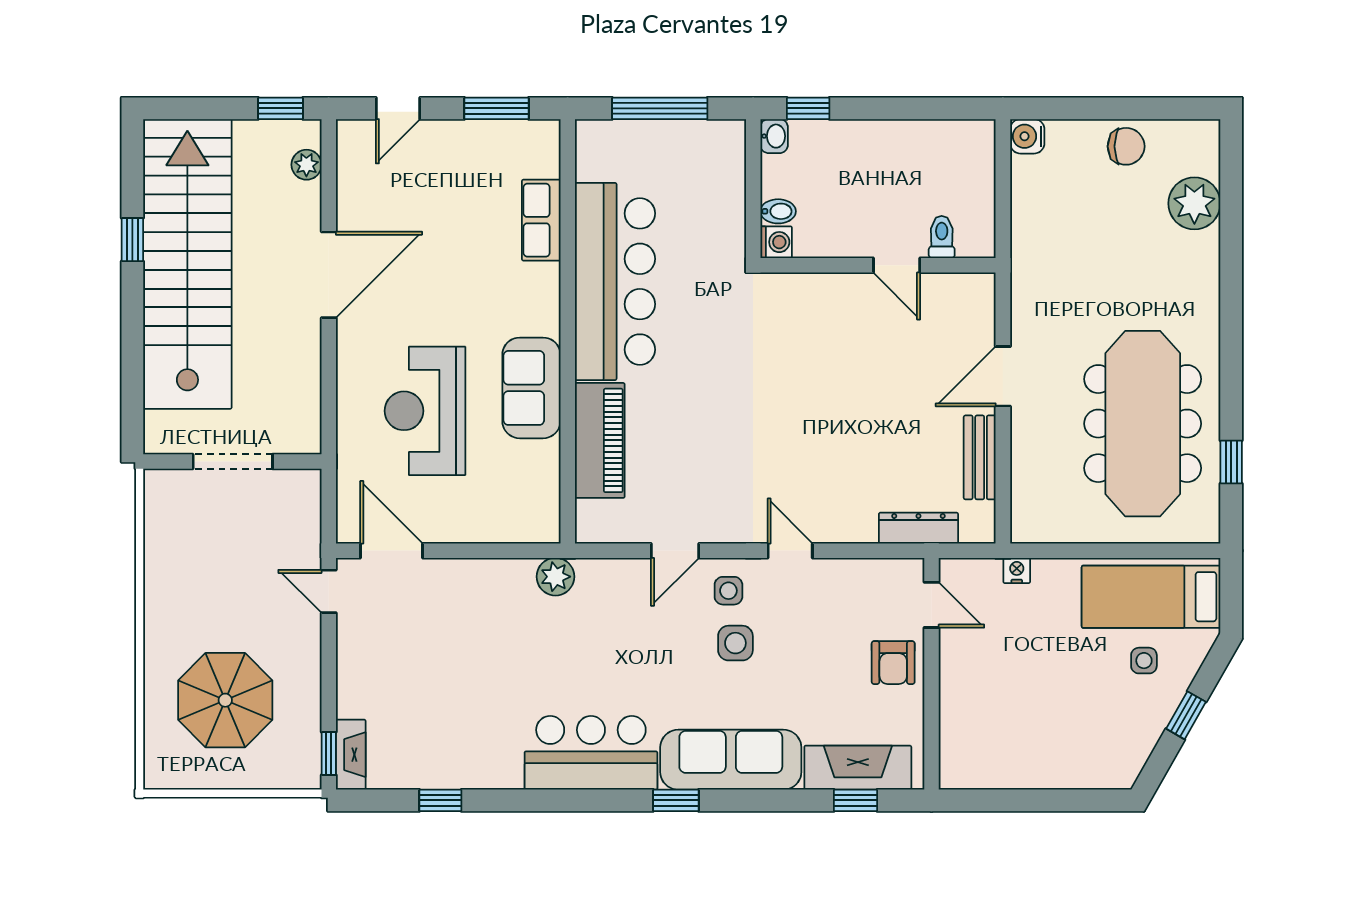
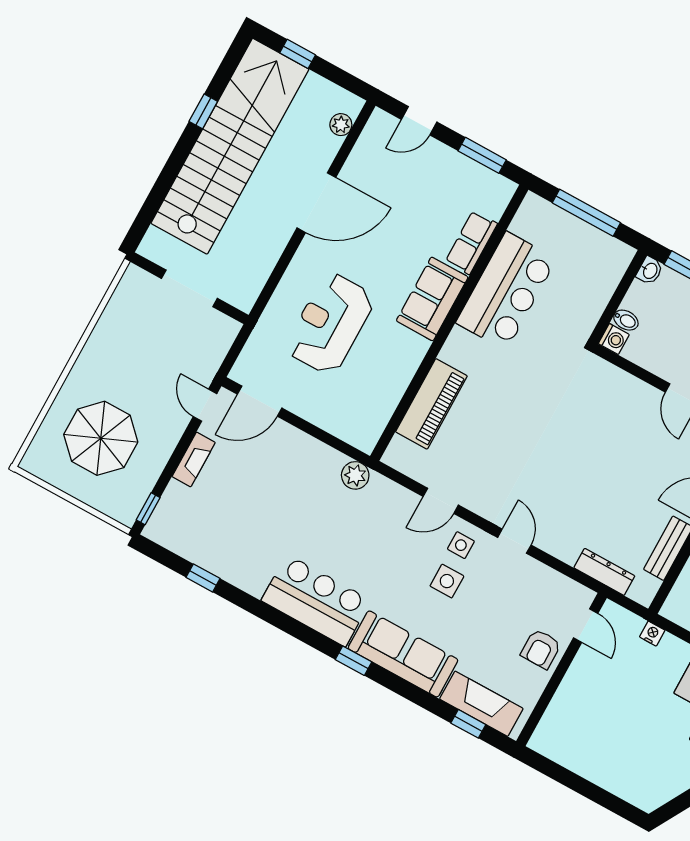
window: (280, 108) -> (298, 54), moved
bar counter: (615, 281) -> (506, 291), width x0.73
sofa: (531, 388) -> (432, 299), moved
door: (392, 551) -> (260, 401), swing flipped
fireplace: (351, 755) -> (194, 459), moved

